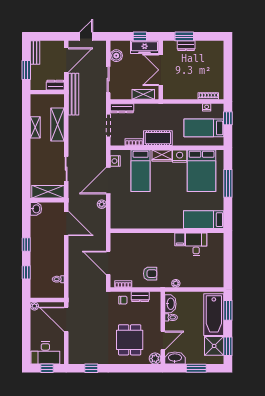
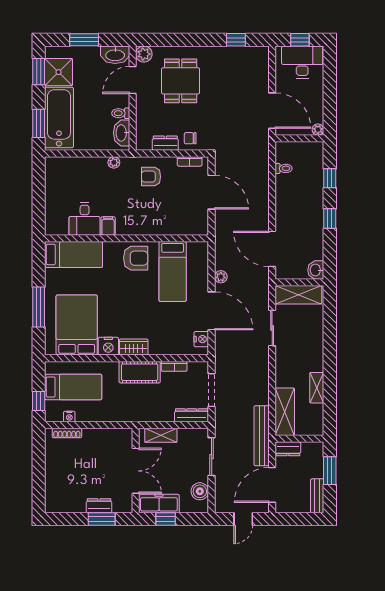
shelving: (57, 125) -> (285, 412), moved
bed: (141, 171) -> (173, 272), moved, turned 180
door: (108, 181) -> (212, 311), hinge flipped
armchair: (161, 217) -> (136, 258), added

